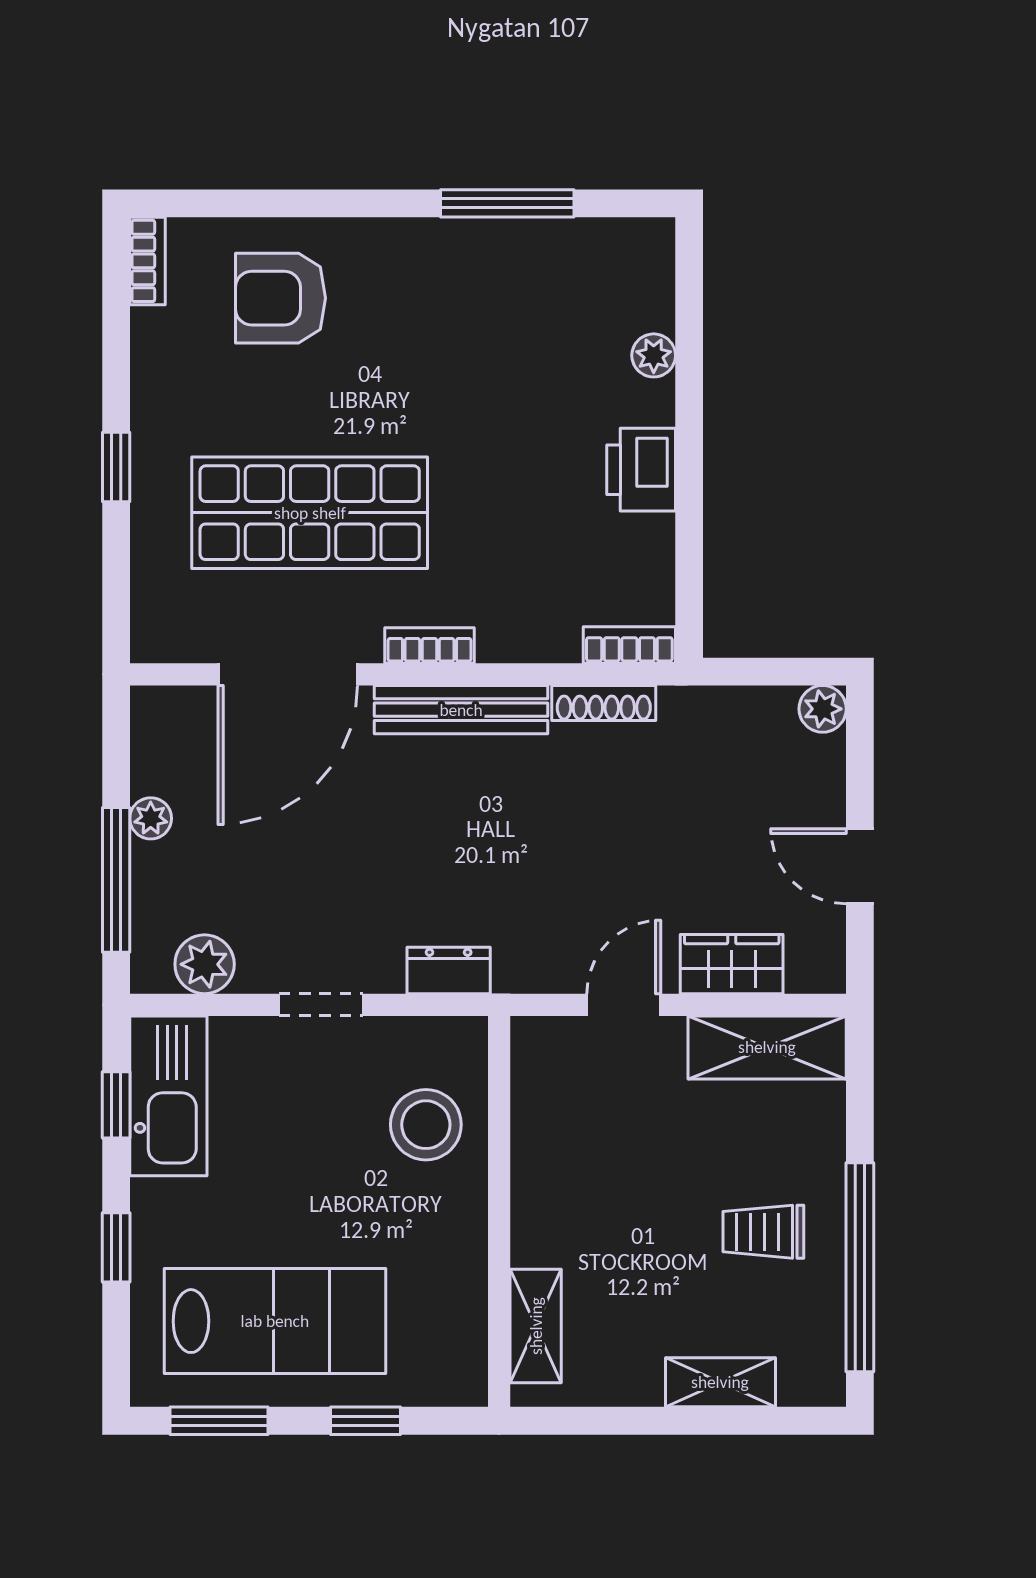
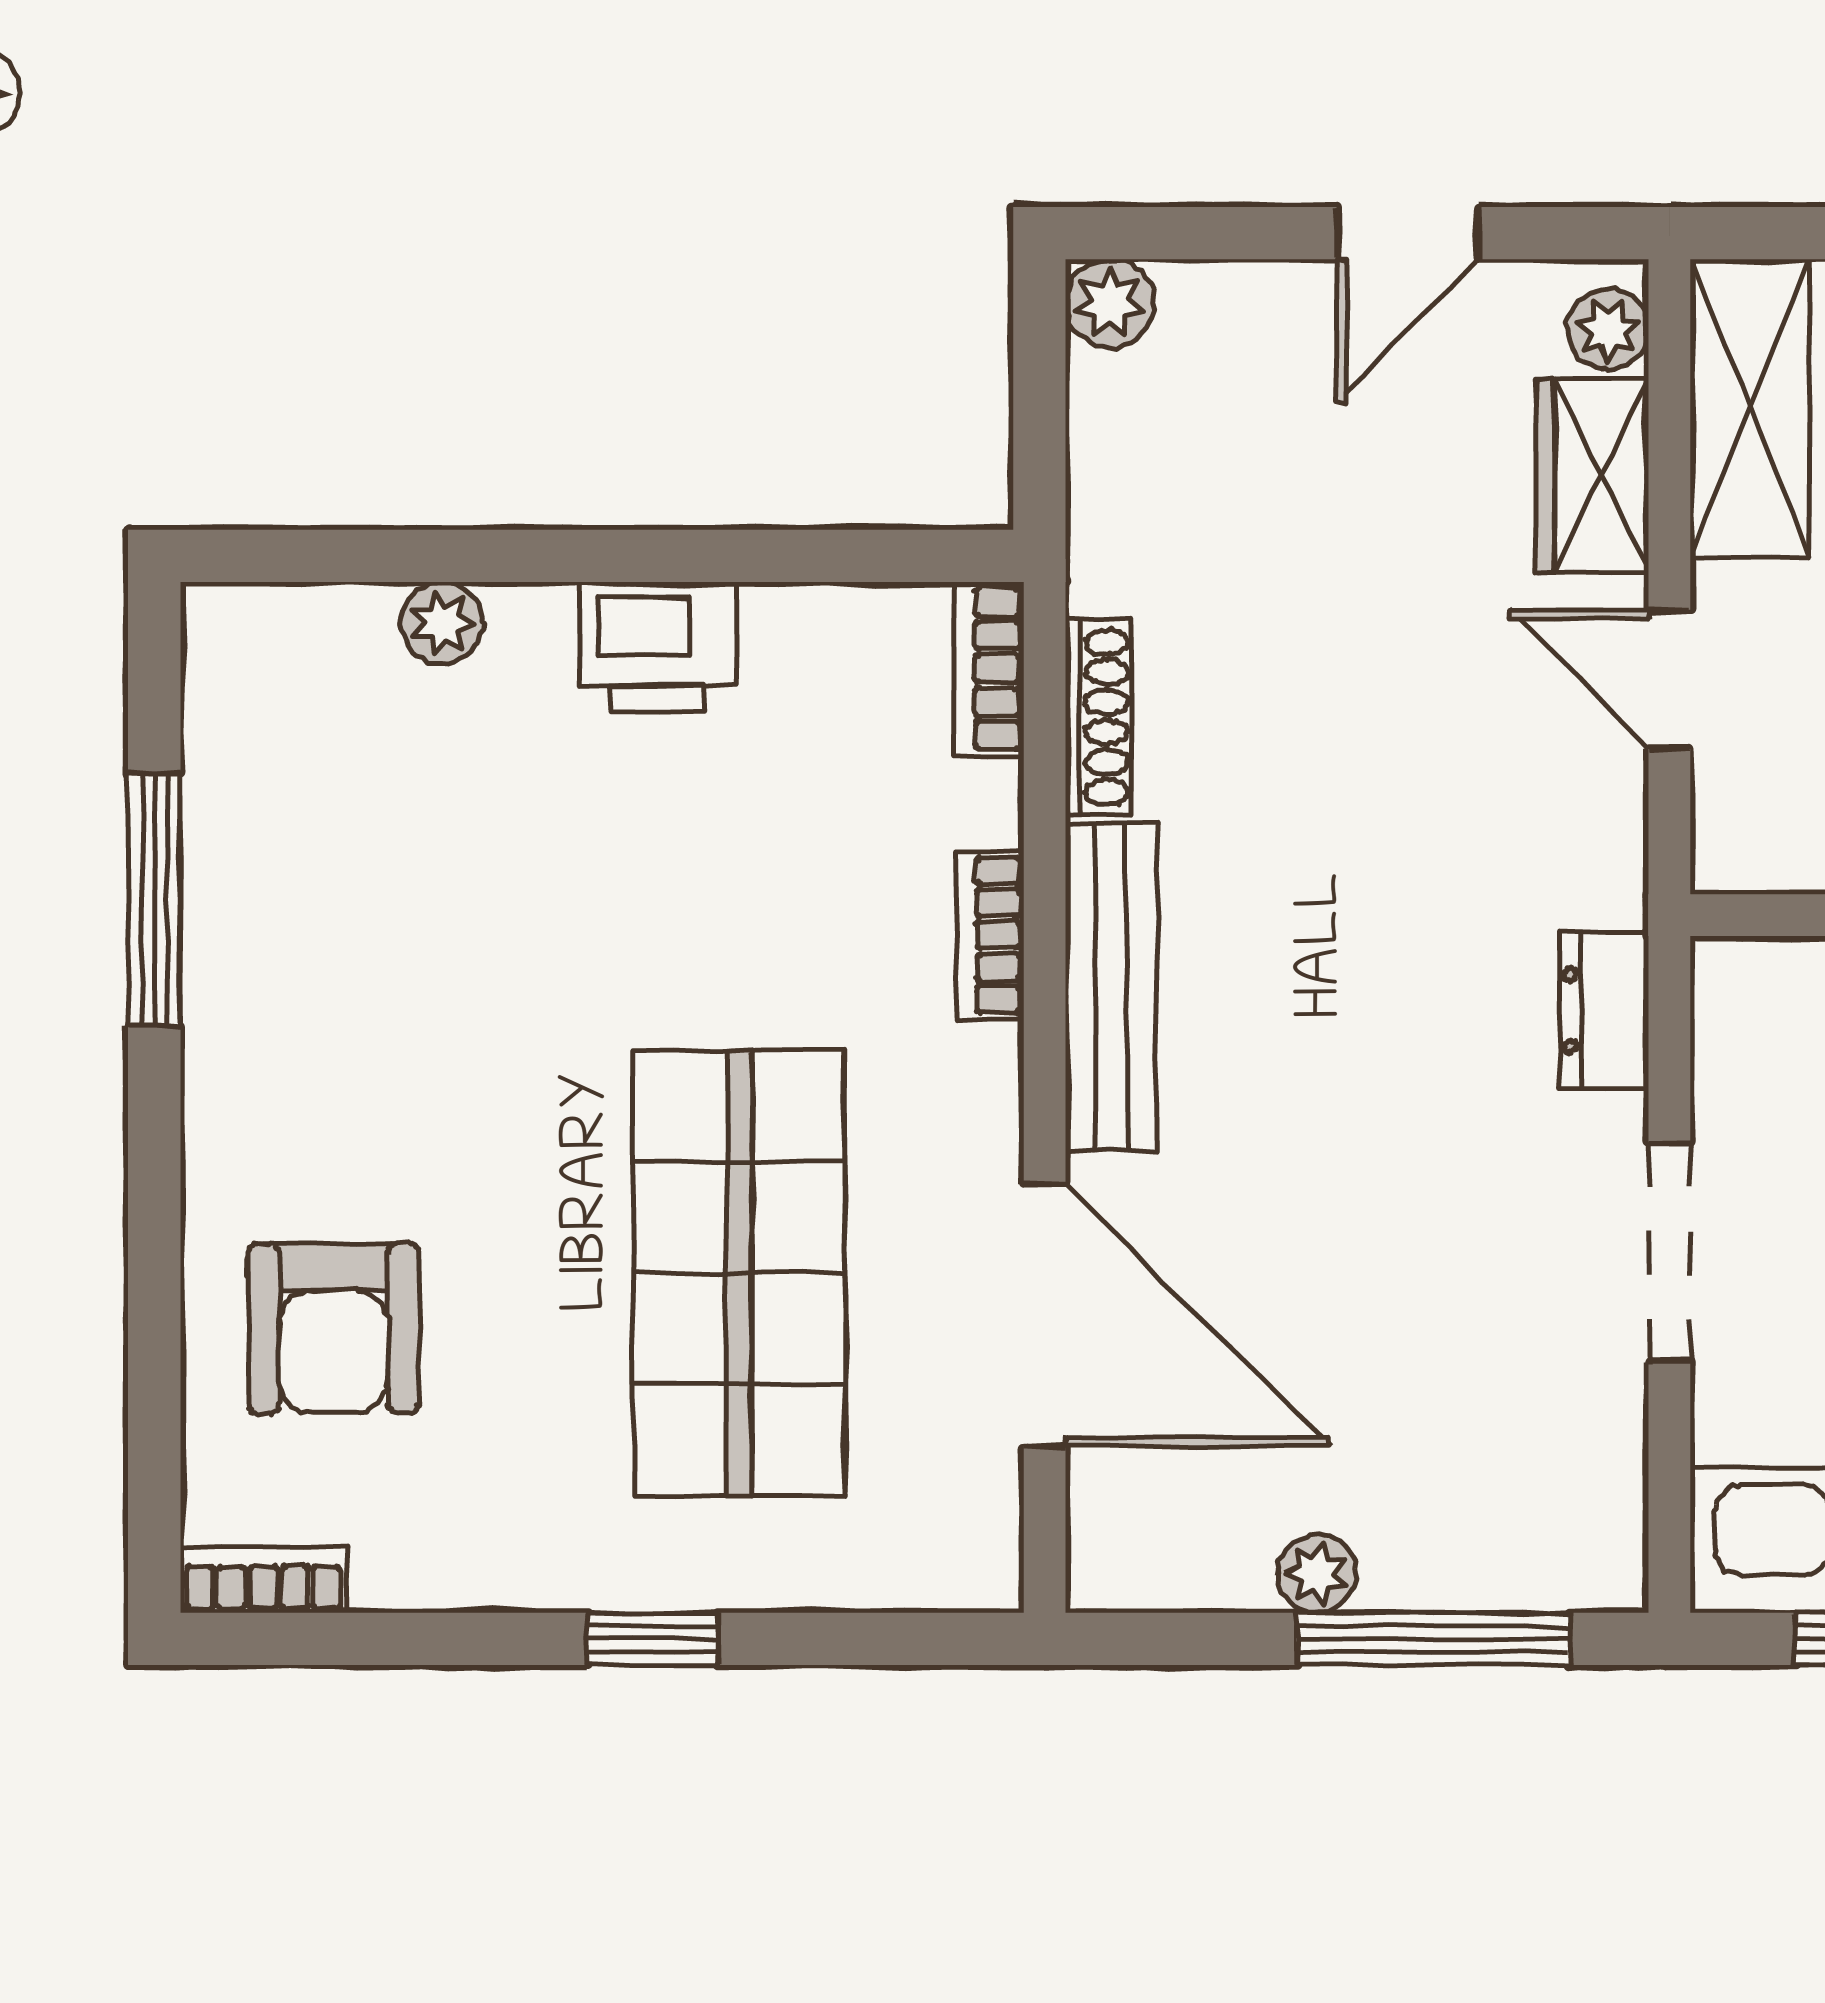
bookcase: (430, 645) -> (990, 935), moved
plant: (205, 964) -> (1608, 330), moved, width x0.73, depth x0.73
doorway: (321, 1005) -> (1669, 1252), width x1.38

